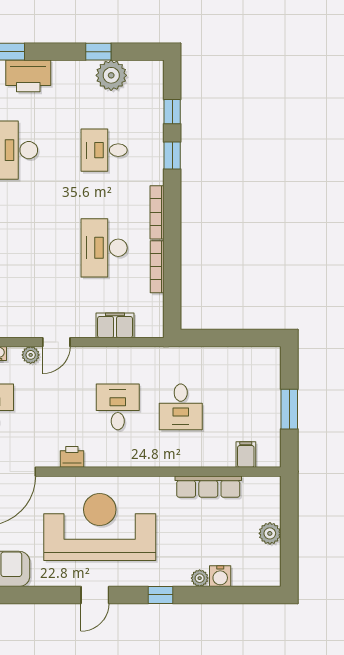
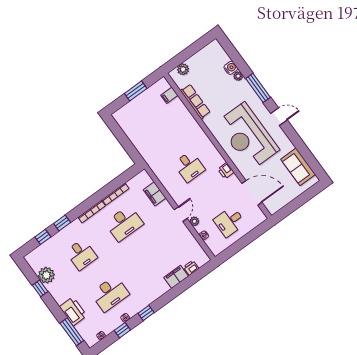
door: (56, 342) -> (181, 214), hinge flipped
desk: (118, 407) -> (189, 167), turned -90
desk: (181, 407) -> (169, 139), removed
plant: (270, 533) -> (183, 69), moved
window: (161, 595) -> (258, 88), width x2.17

